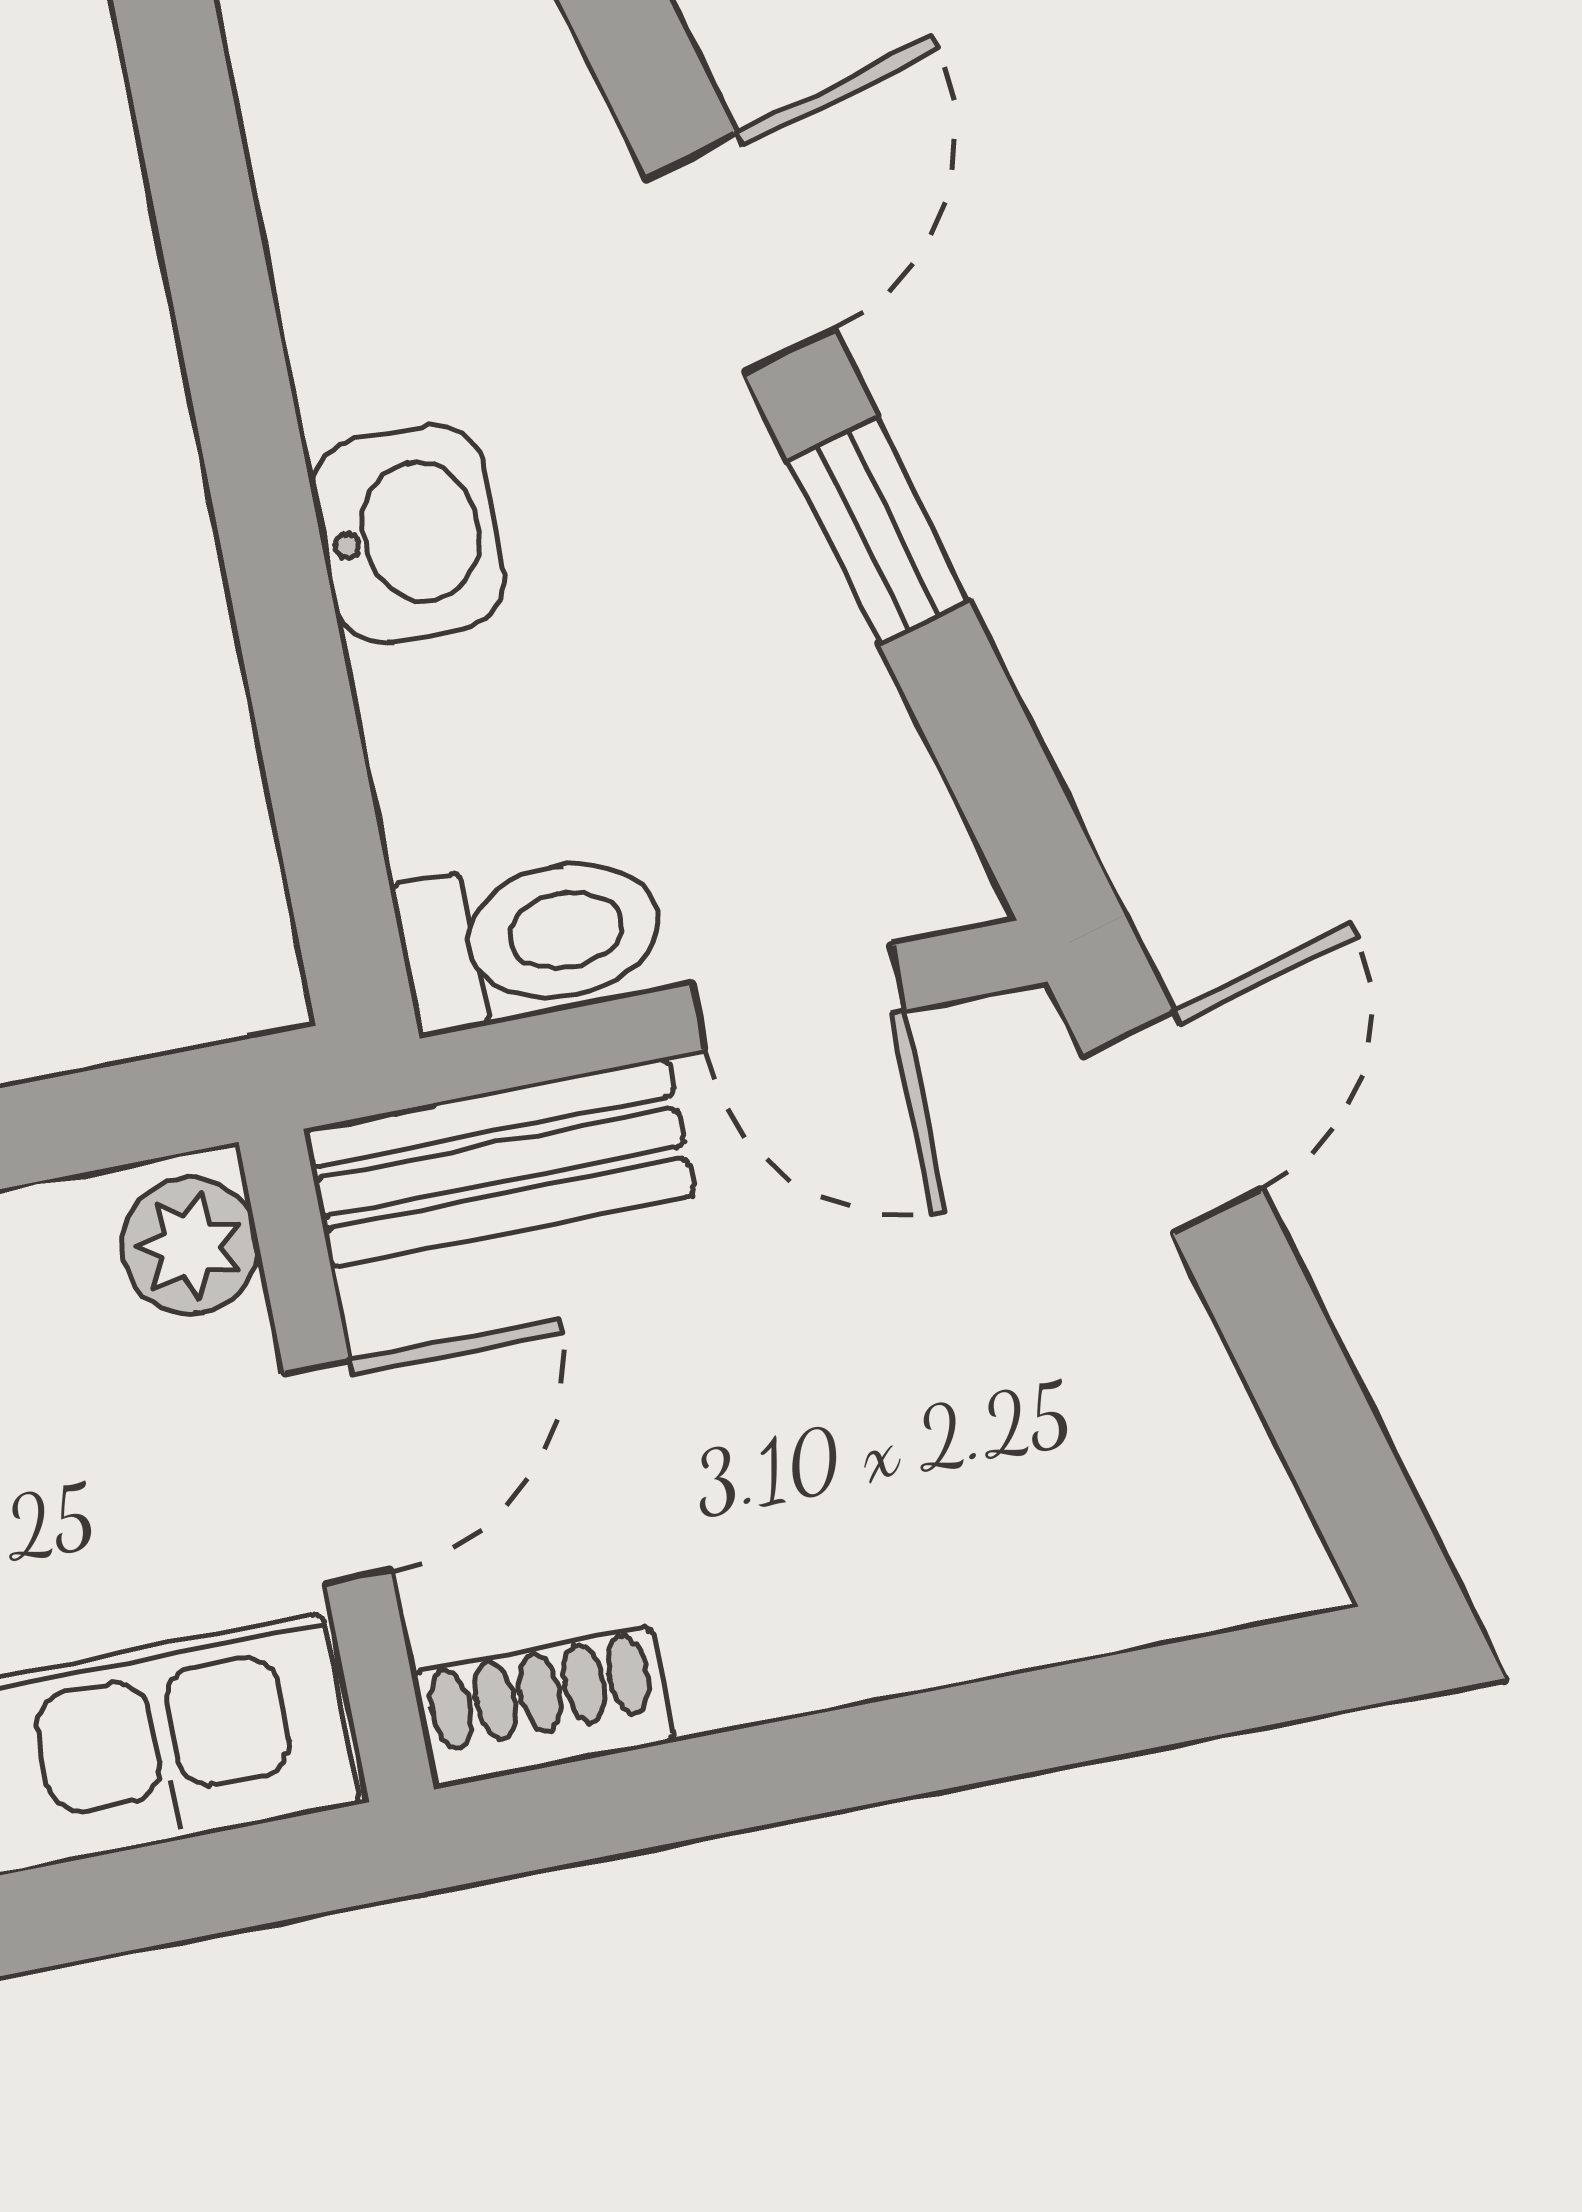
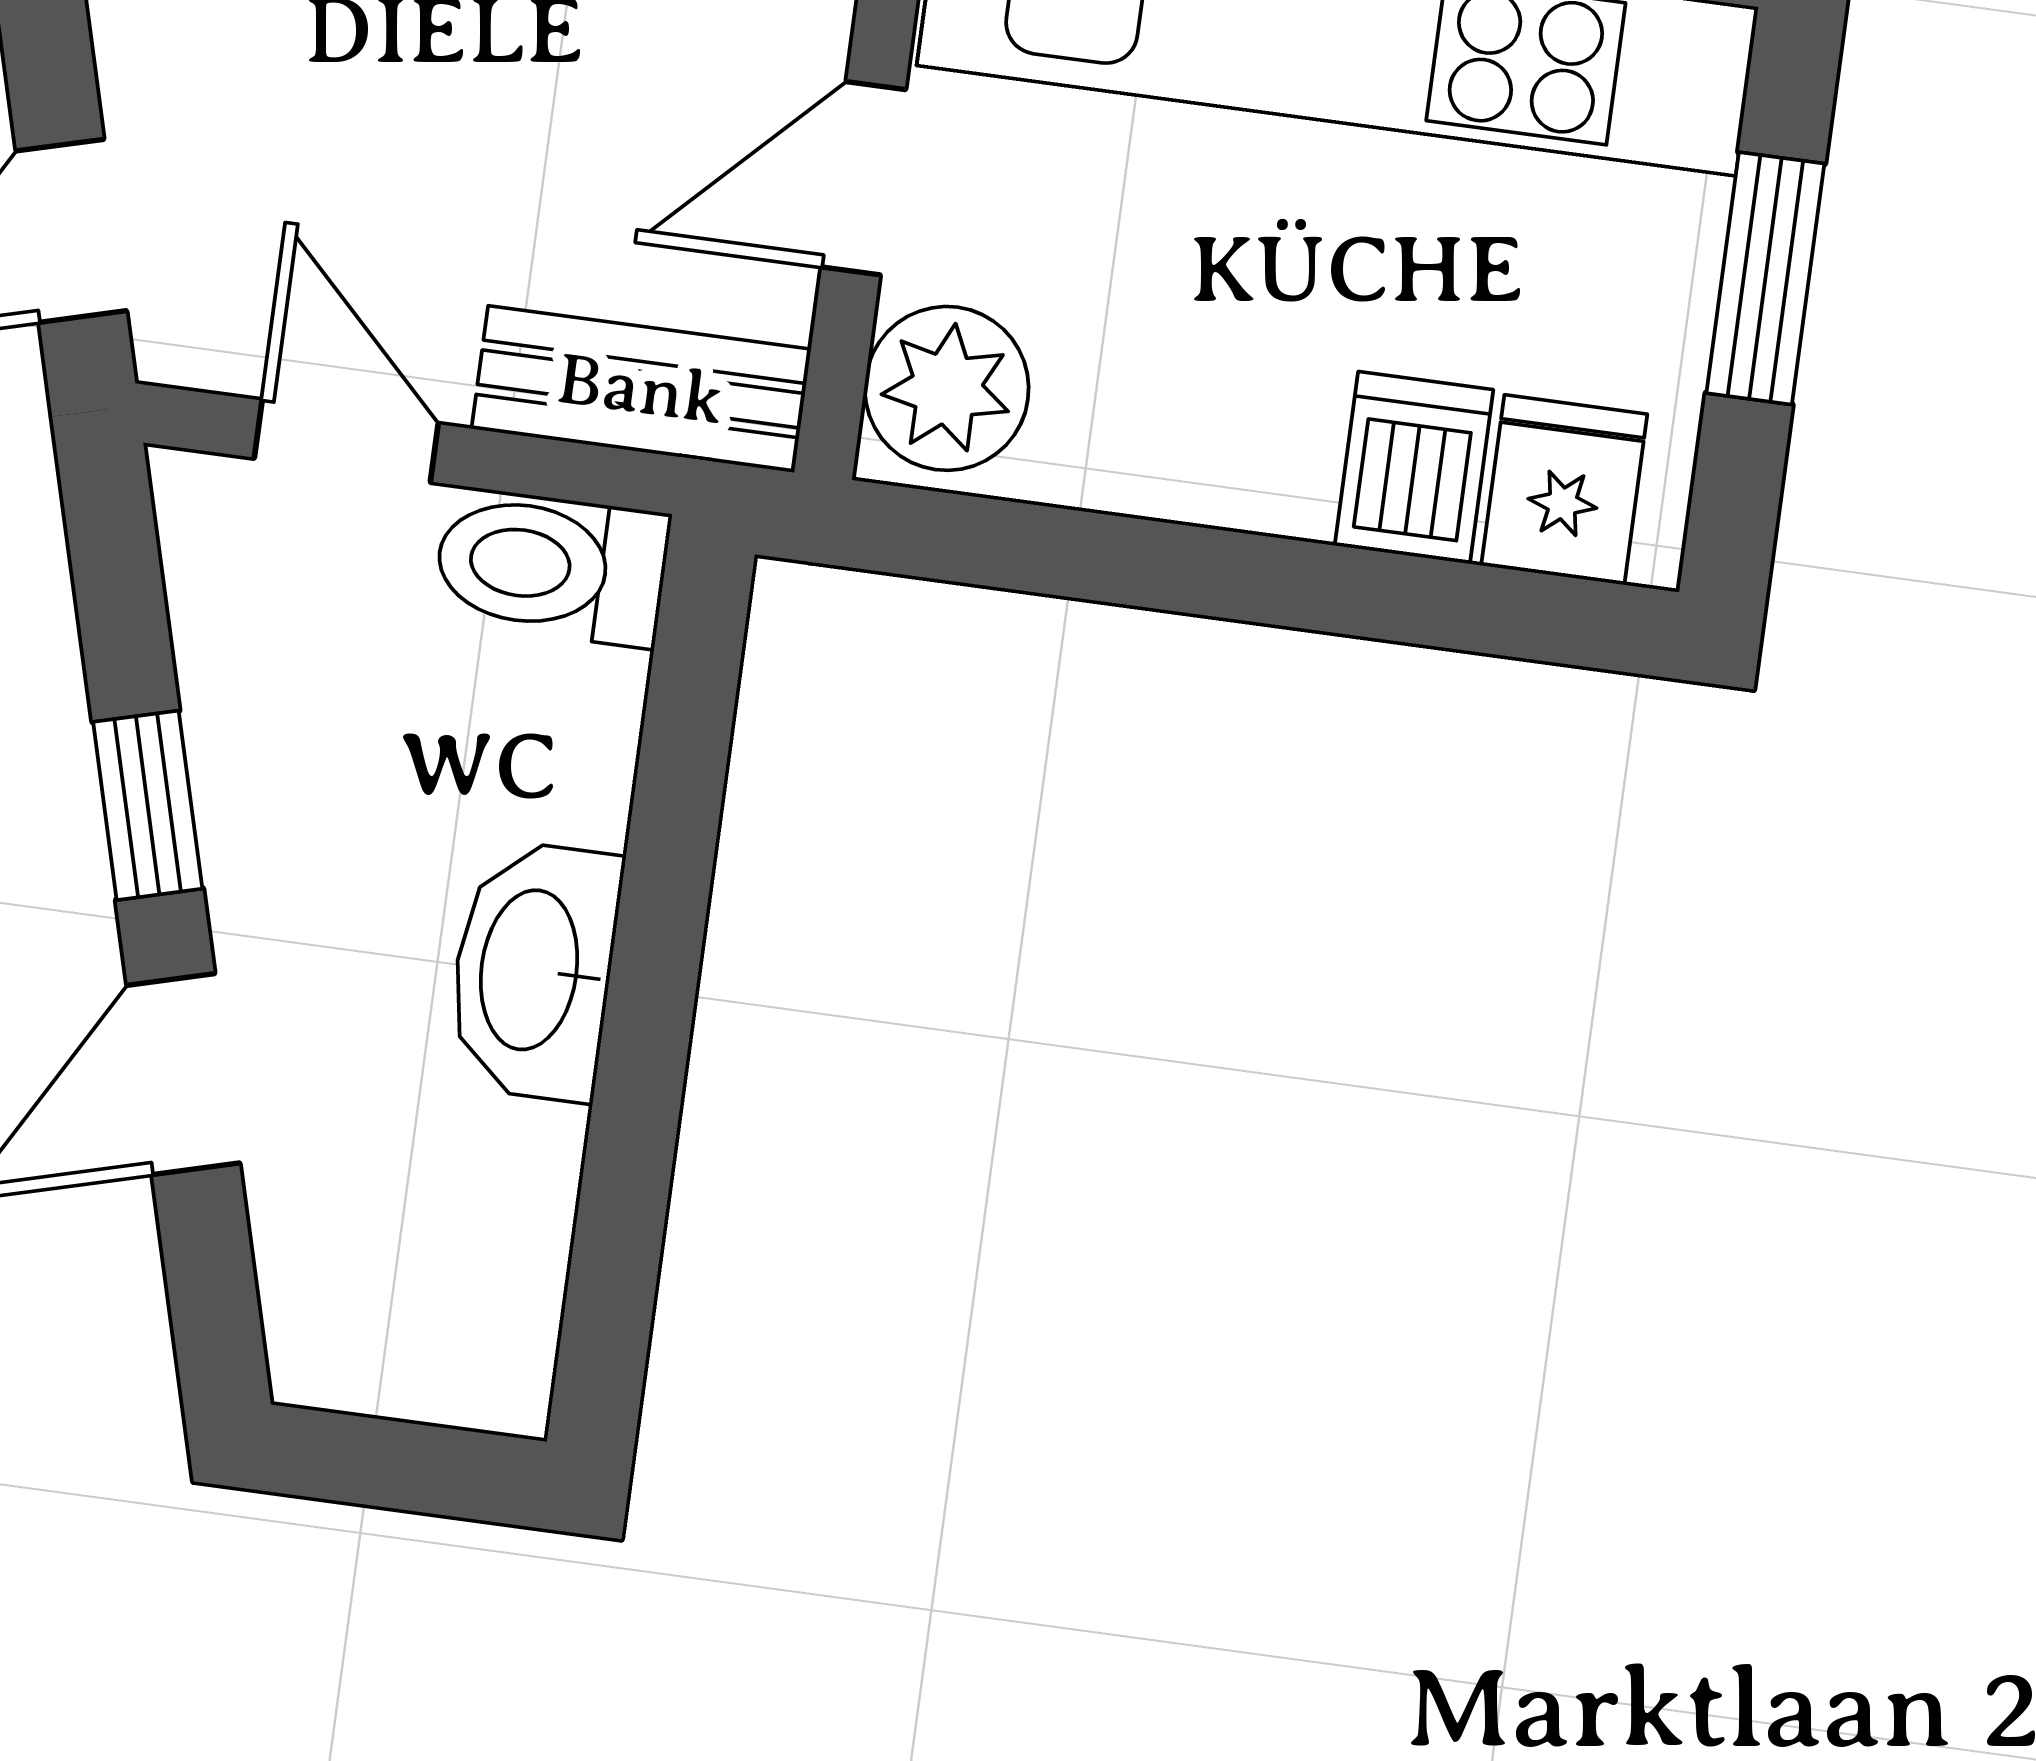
washbasin: (408, 534) -> (534, 970), width x1.38
plant: (190, 1246) -> (947, 388), width x1.38, depth x1.38

